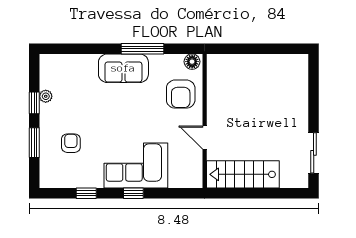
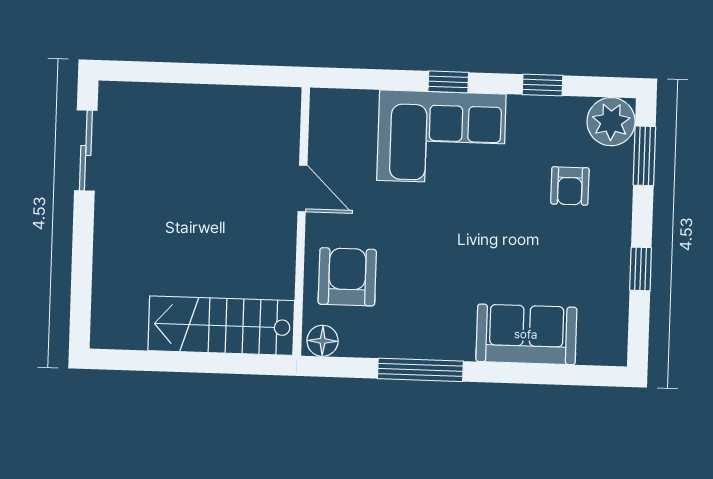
sofa: (123, 68) -> (526, 334), moved
plant: (46, 96) -> (611, 122), moved, width x1.88, depth x1.88
window: (34, 143) -> (644, 156), moved
stairs: (243, 174) -> (221, 326), moved, turned 180

